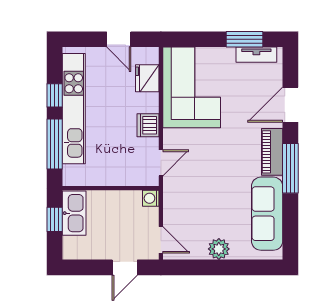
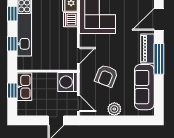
dishwasher: (148, 125) -> (70, 20), moved
window: (55, 144) -> (12, 44), width x0.46
armchair: (206, 196) -> (106, 76), added
washing machine: (151, 198) -> (68, 82), width x1.89, depth x1.89

